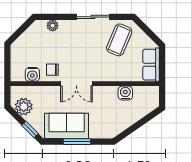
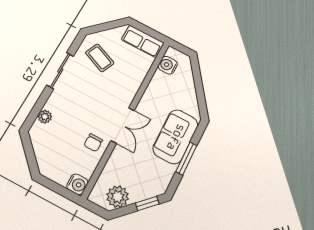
coffee table: (119, 40) -> (100, 58), width x0.73, depth x0.77
water cooler: (32, 74) -> (77, 184), moved
water cooler: (125, 93) -> (168, 65), moved
sofa: (67, 126) -> (176, 137), moved

